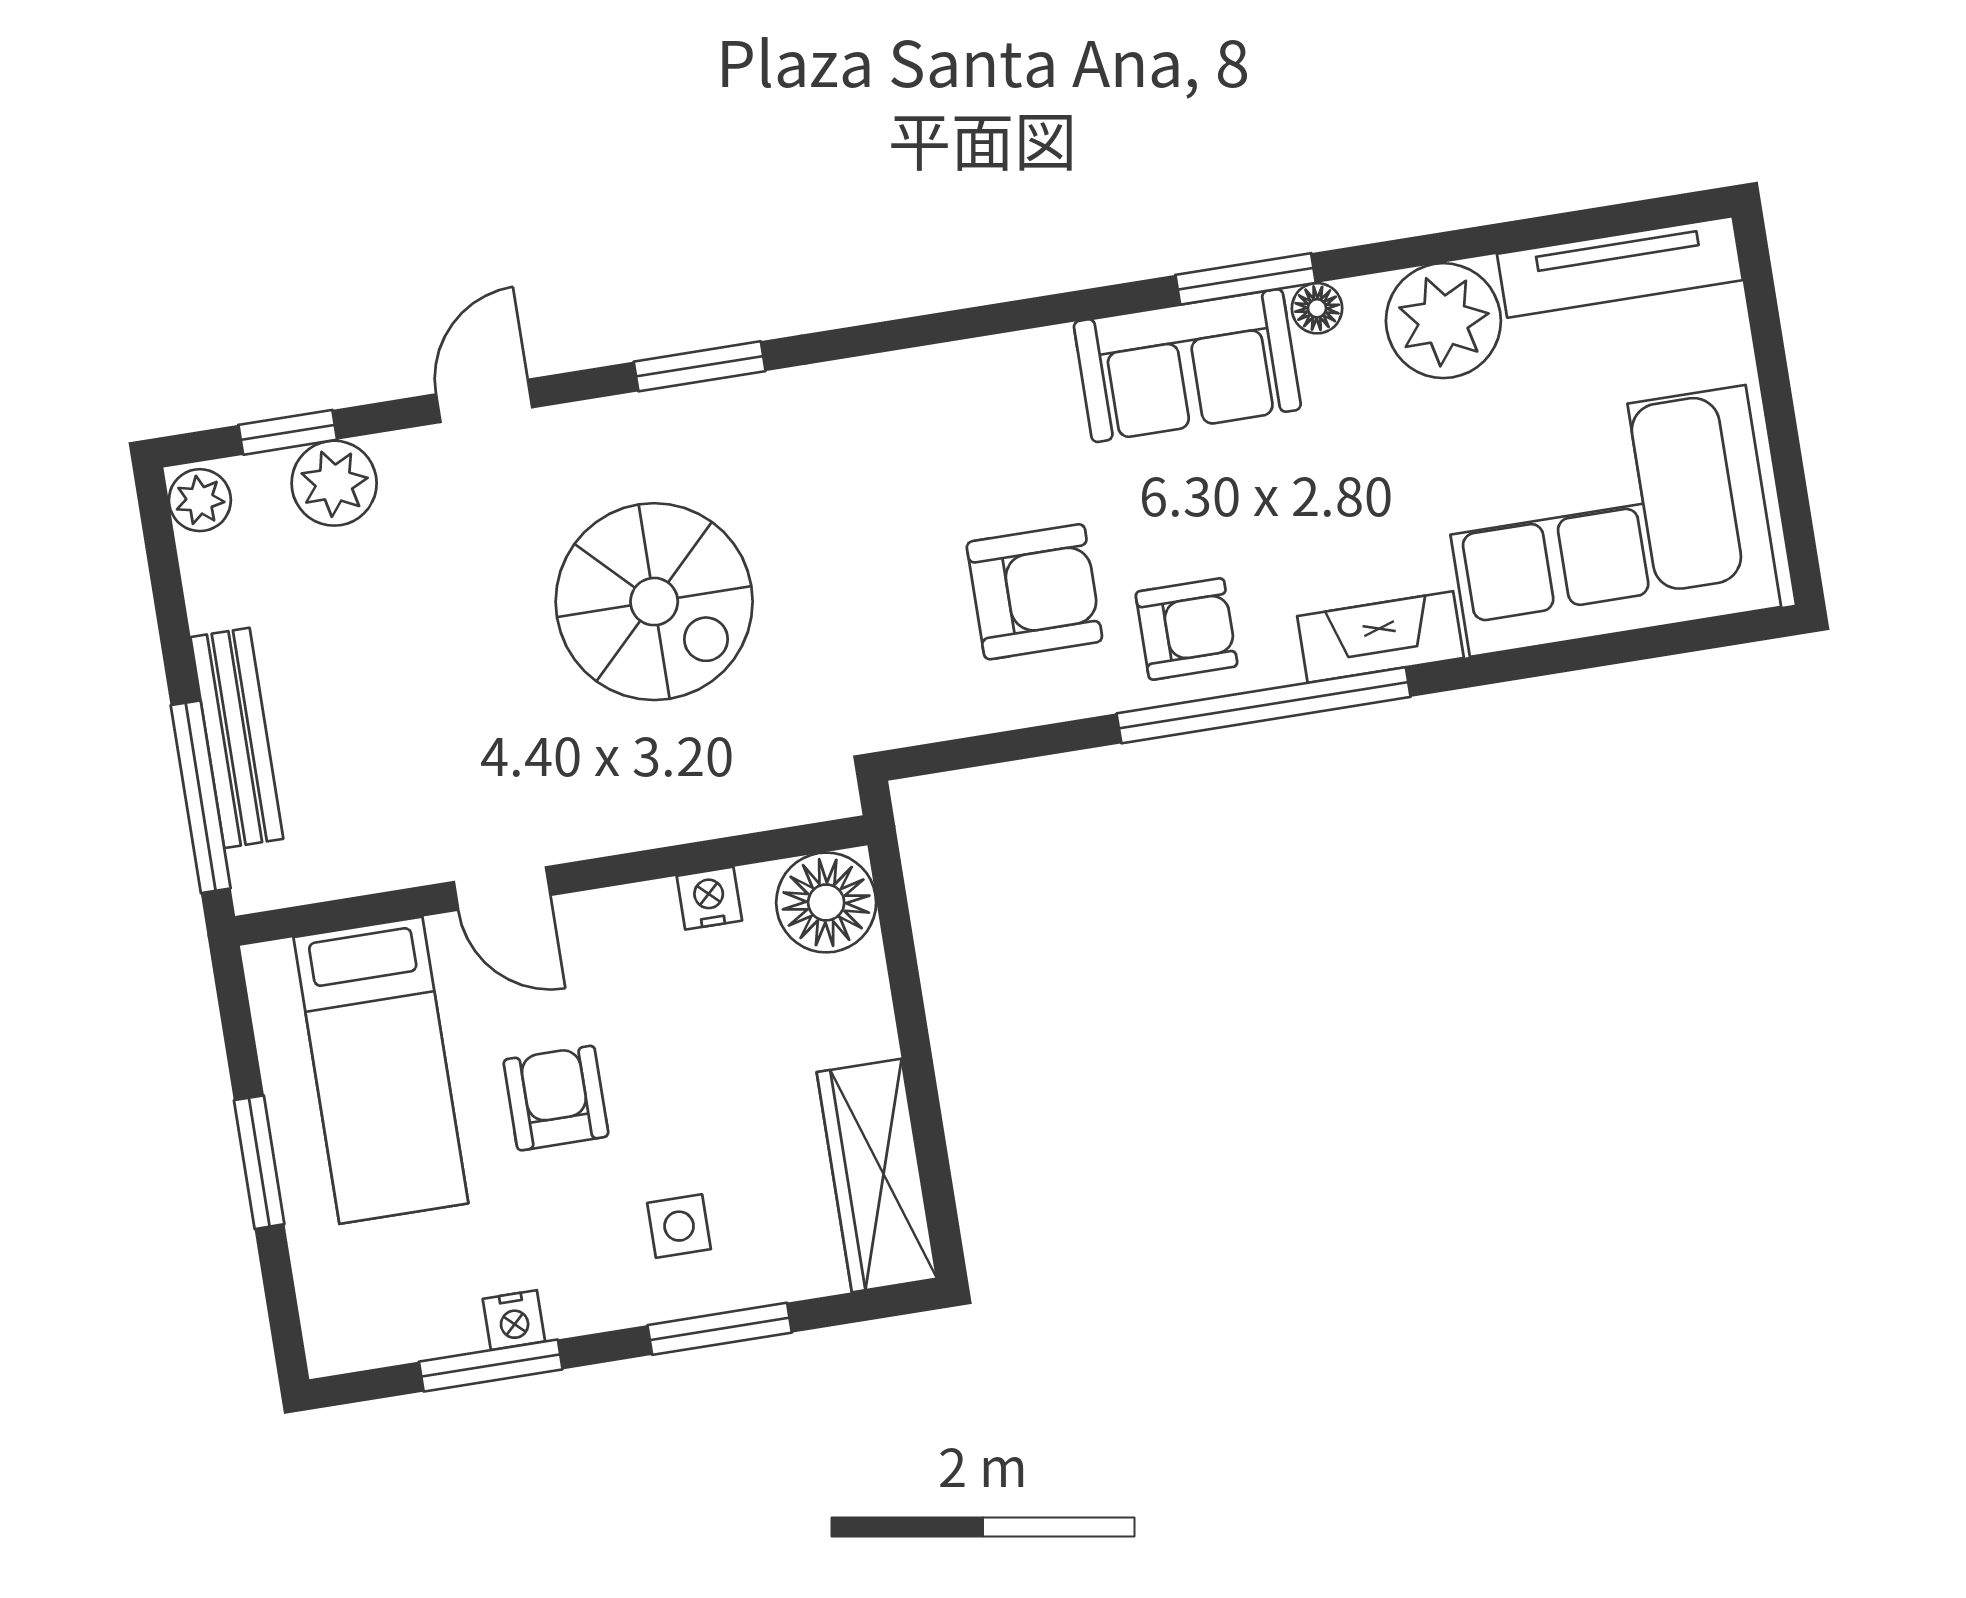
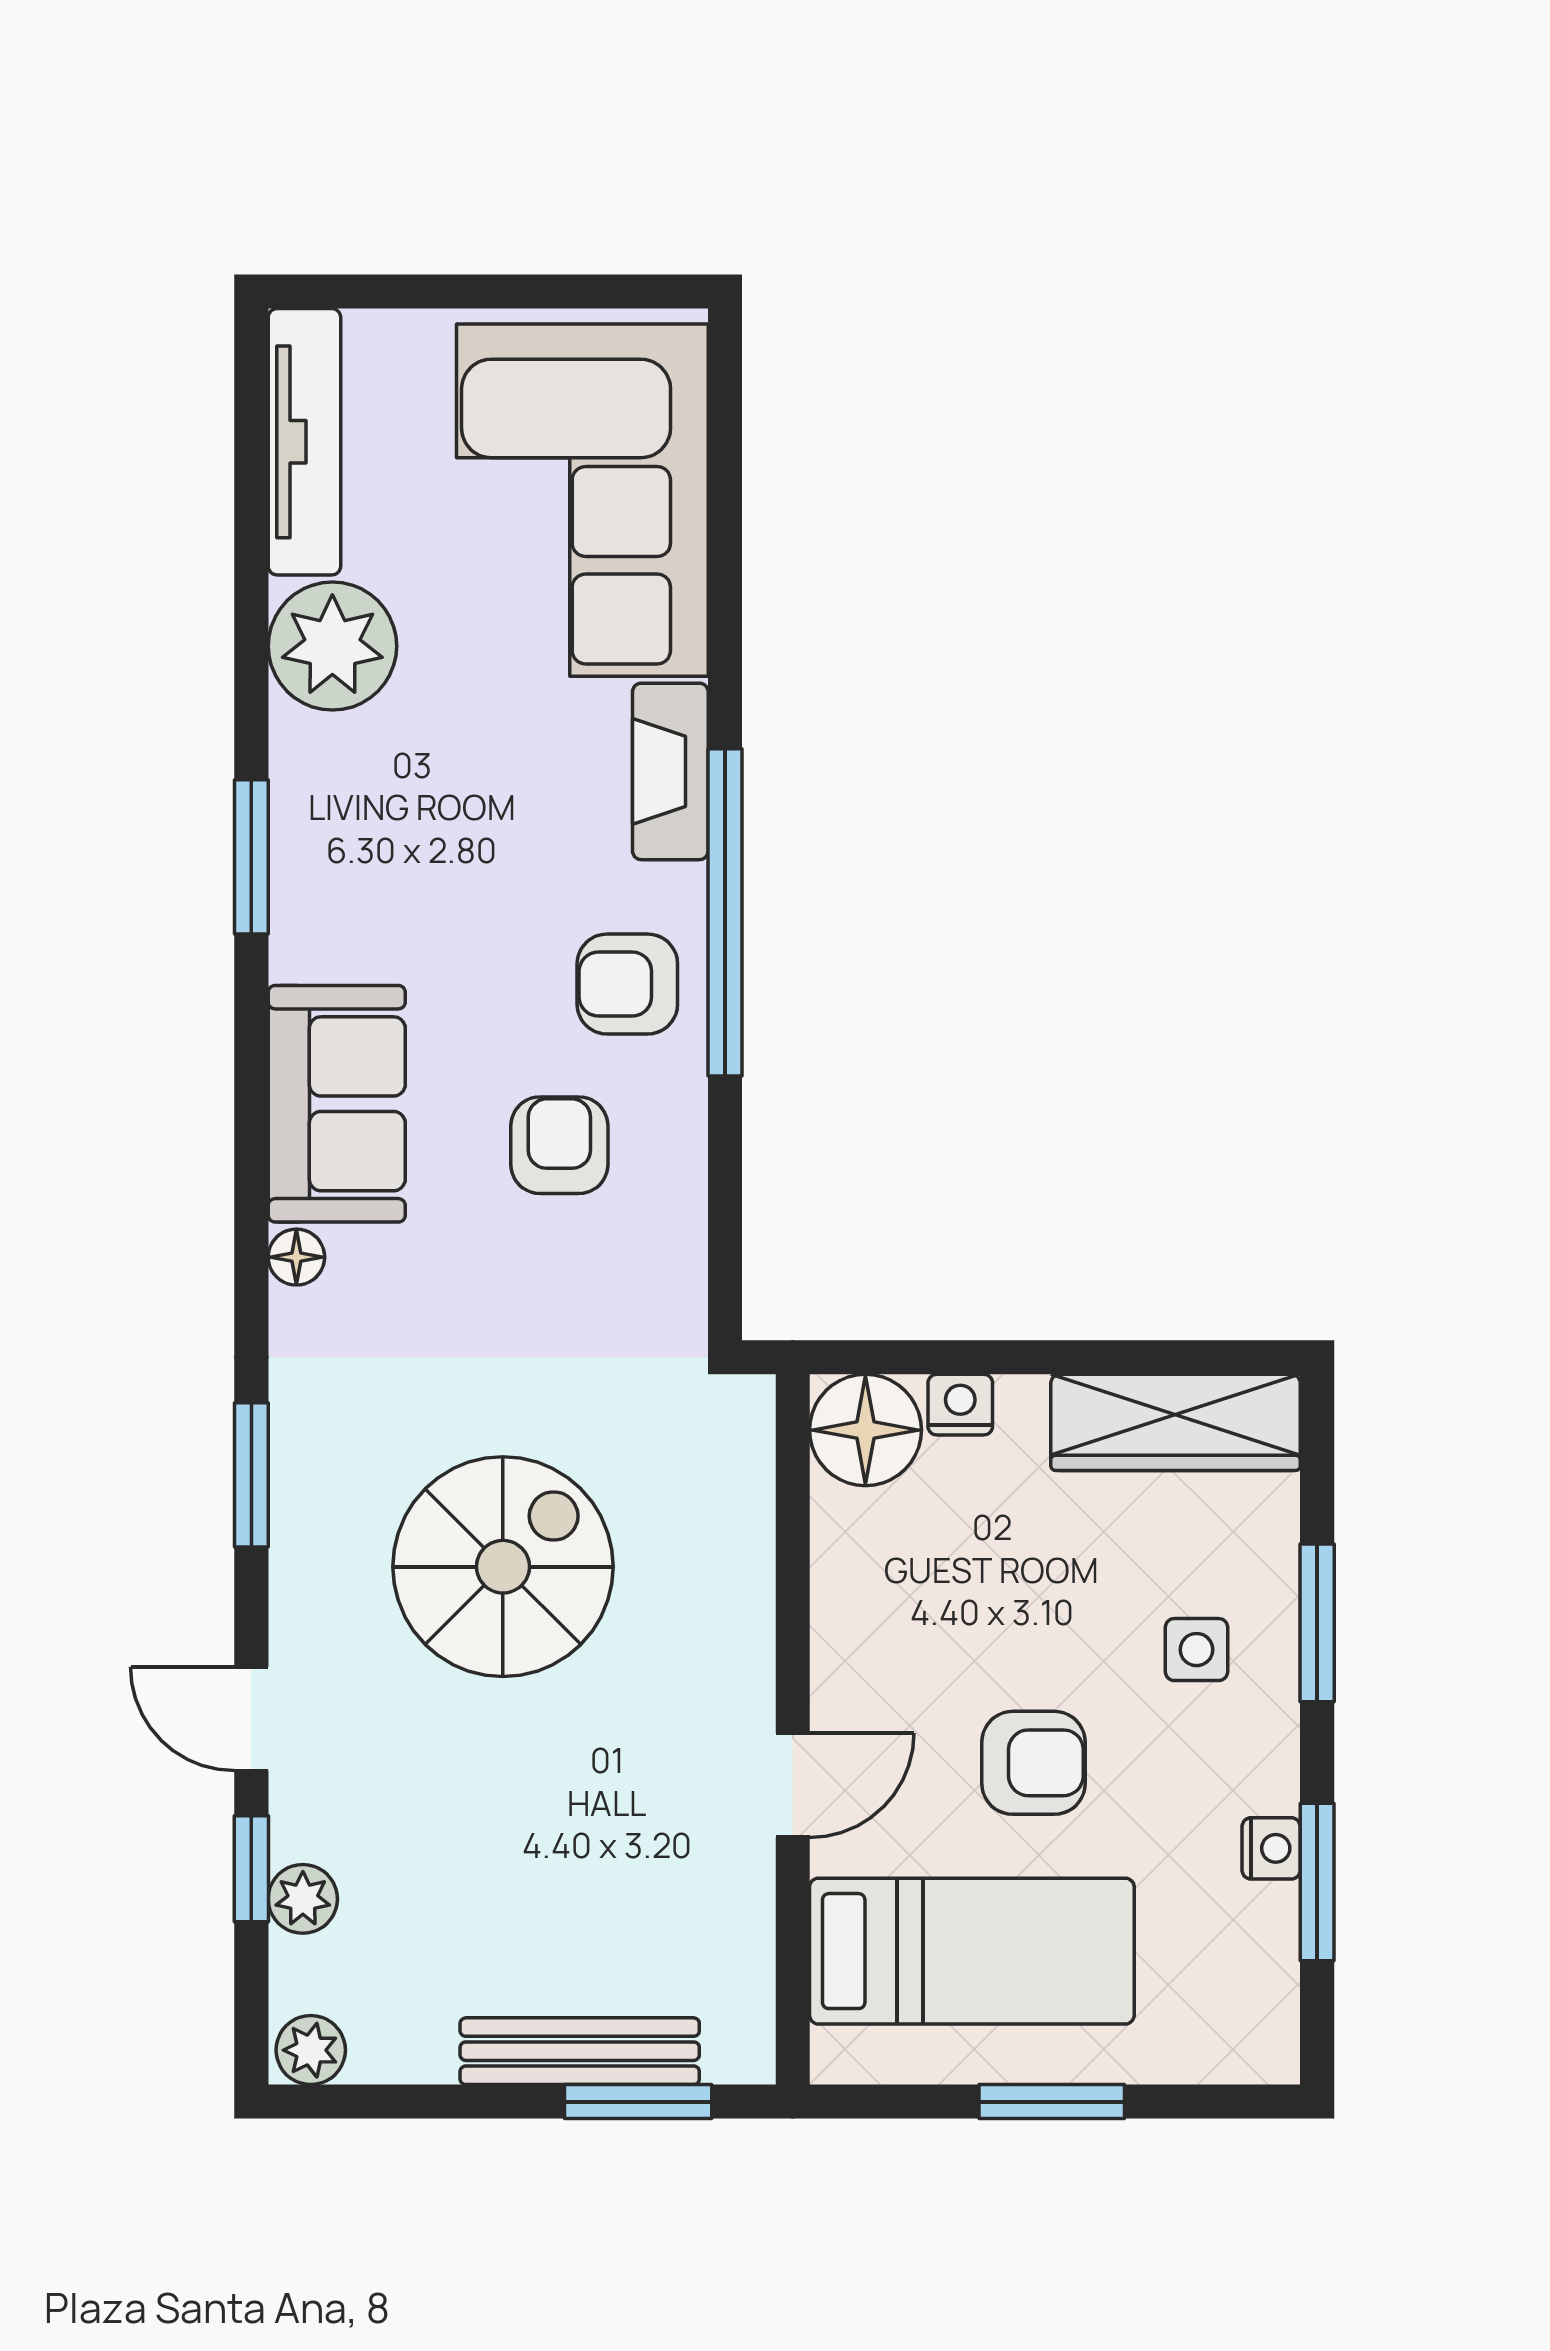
floor lamp: (1317, 308) -> (296, 1257), moved
sofa: (1187, 366) -> (337, 1104), moved
window: (288, 432) -> (251, 1869), moved
plant: (334, 483) -> (303, 1899), width x0.73, depth x0.73
armchair: (1034, 592) -> (559, 1145), width x0.72, depth x0.72
armchair: (1186, 629) -> (627, 984), turned -90
window: (201, 797) -> (638, 2102), width x0.69
nightstand: (709, 898) -> (960, 1405), moved, turned 90
armchair: (556, 1098) -> (1034, 1763), turned 180

